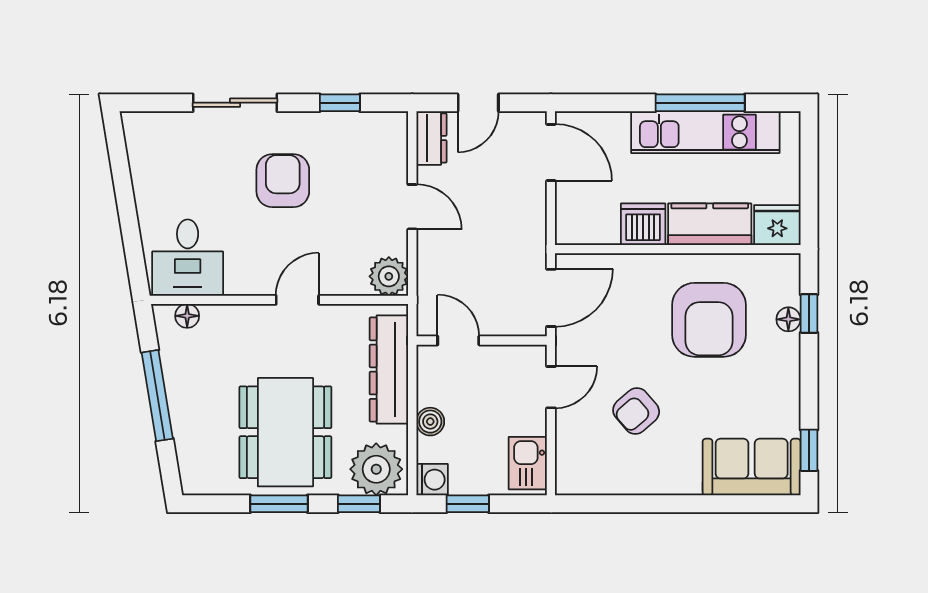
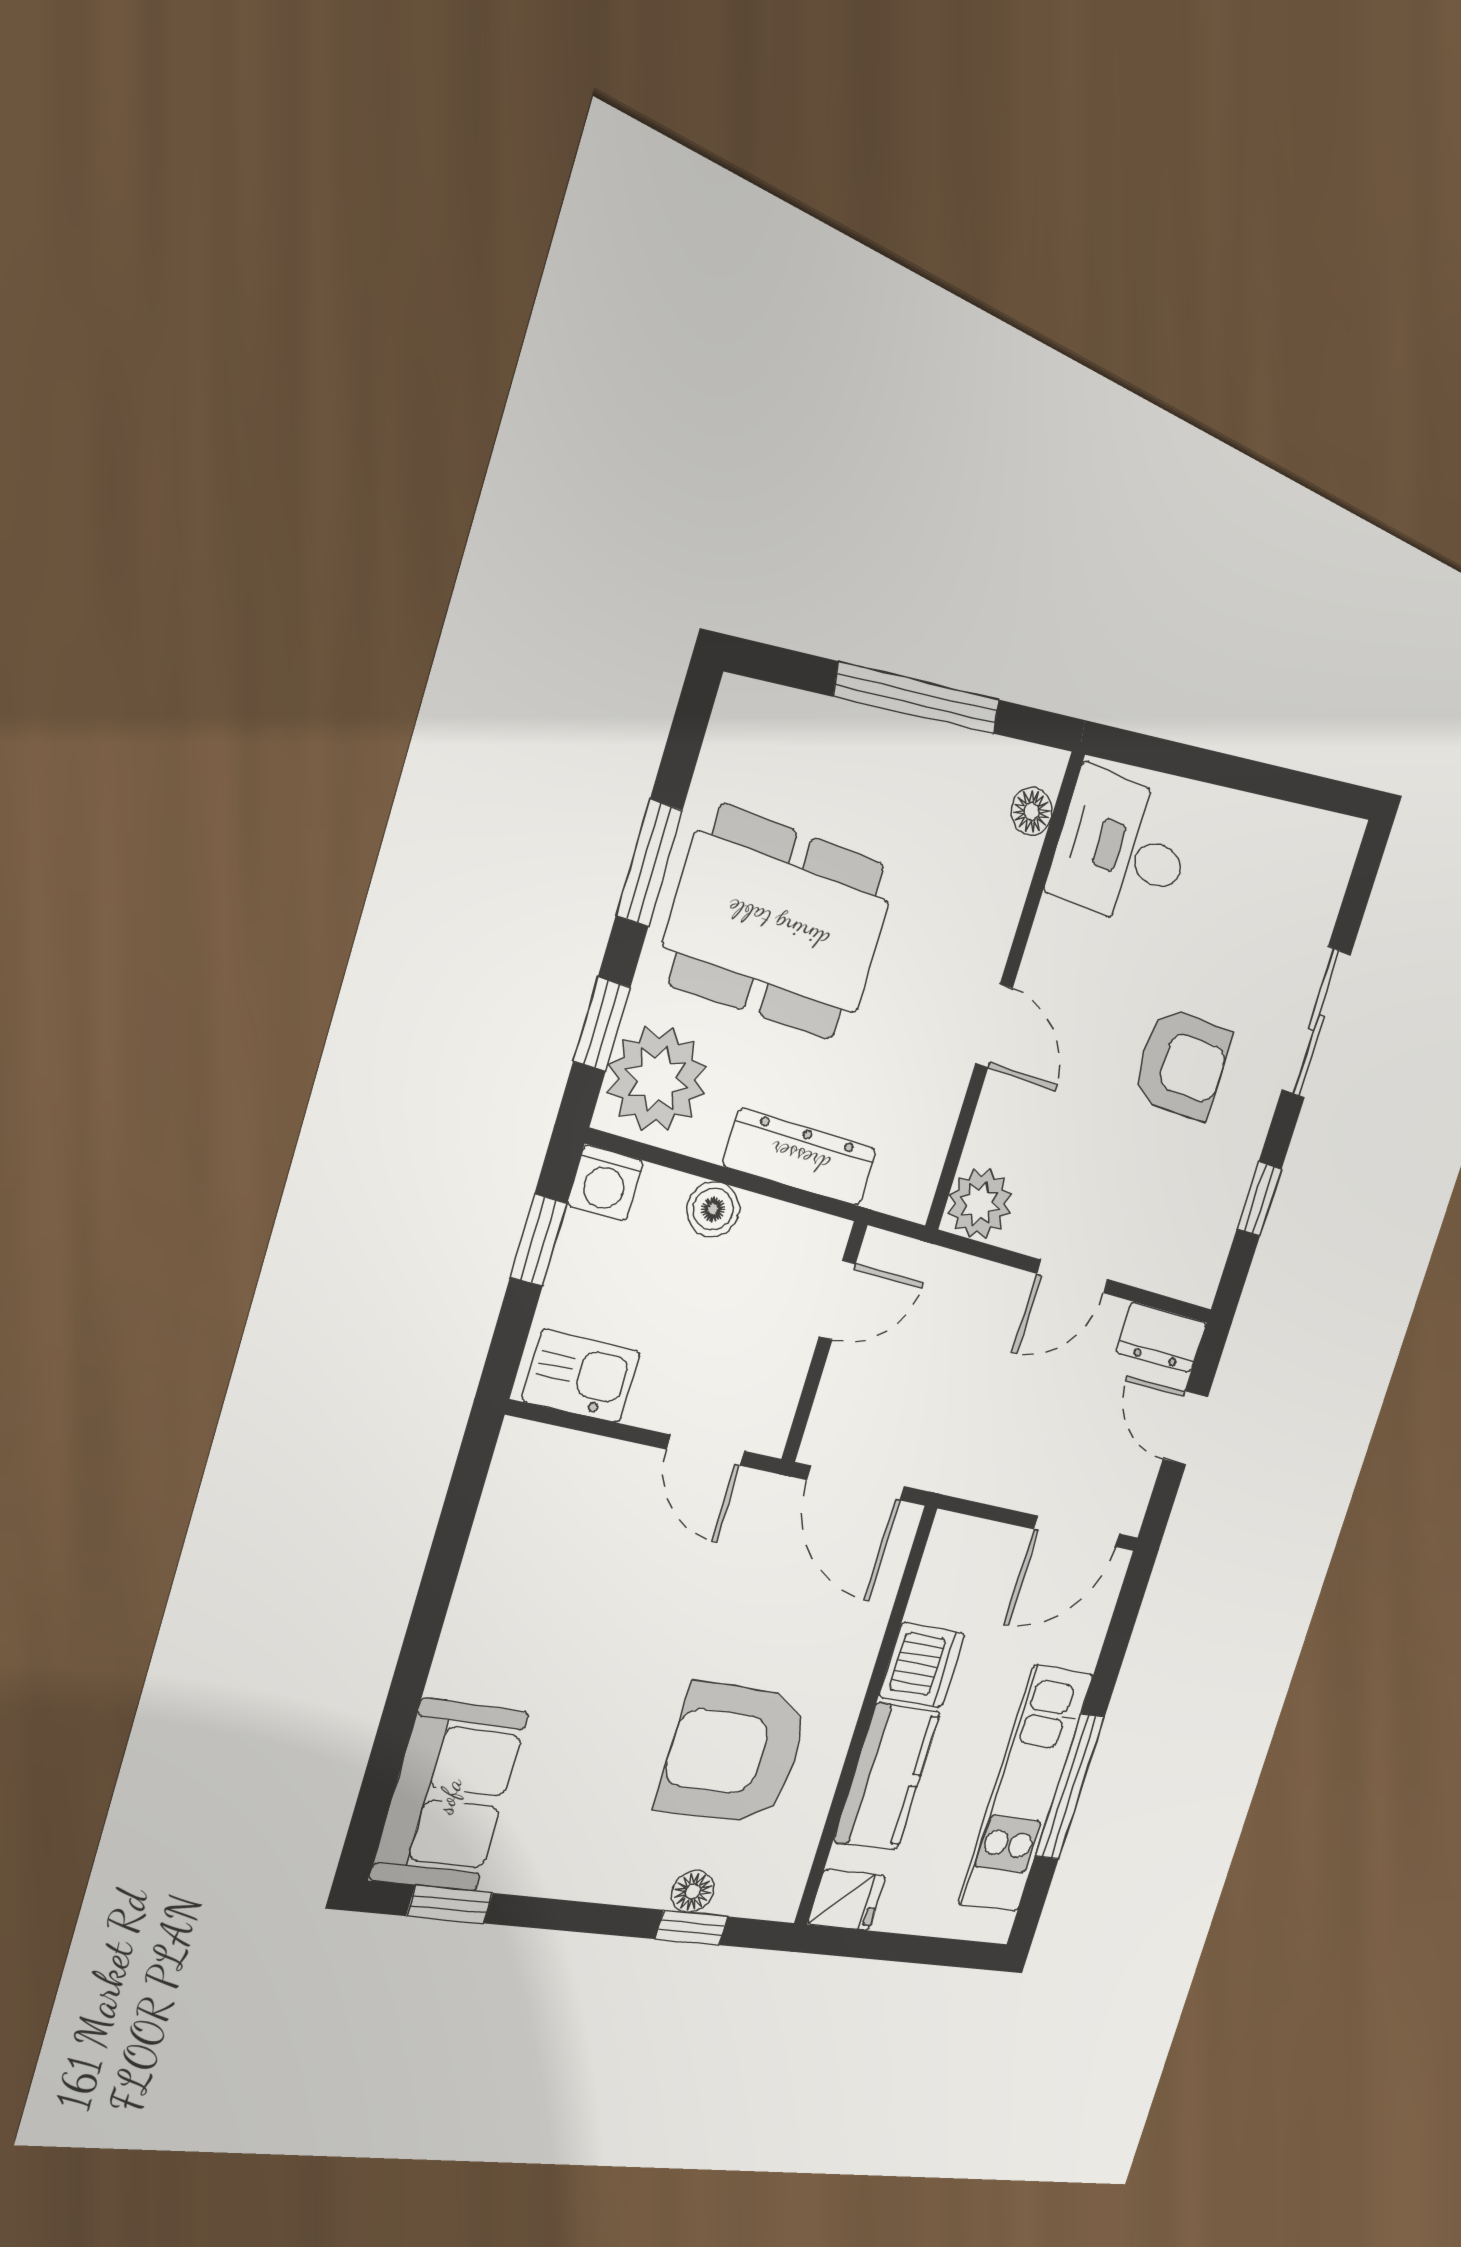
fridge: (777, 225) -> (847, 1900), width x0.72
dresser: (389, 370) -> (800, 1157), width x0.73, depth x0.80
armchair: (636, 411) -> (616, 1598), removed

